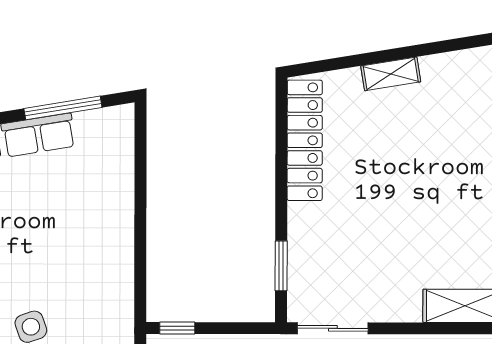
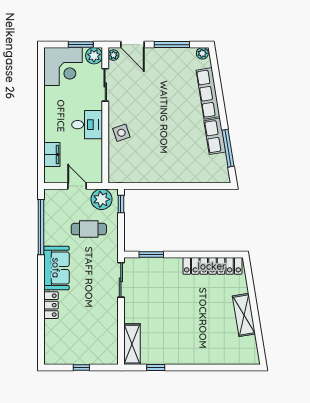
shelving: (391, 74) -> (244, 315), width x1.50, depth x1.33

